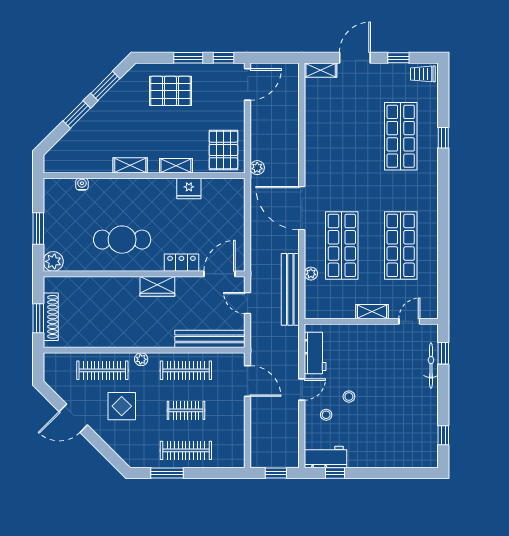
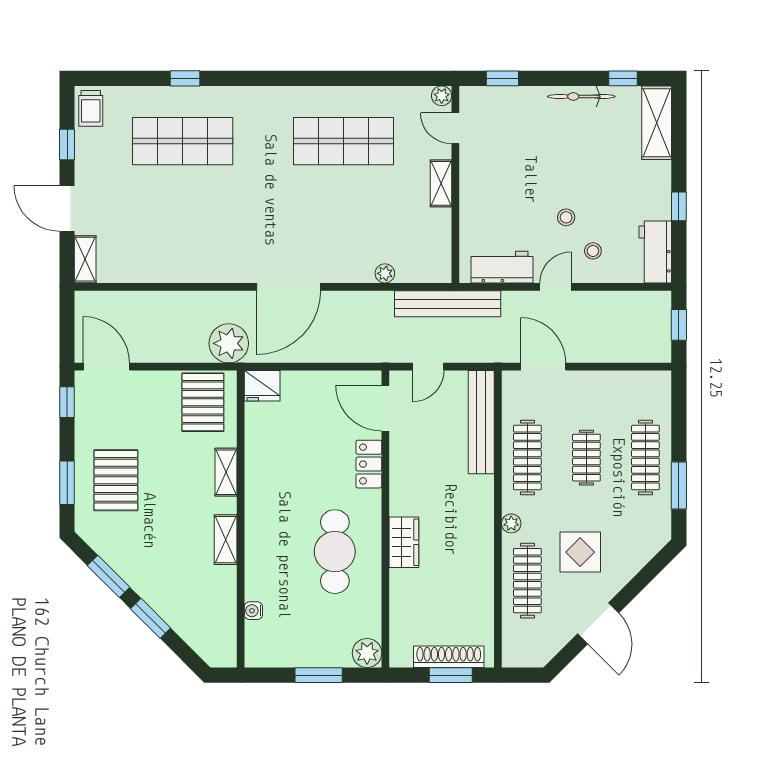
window: (188, 58) -> (67, 483), moved
pallet: (223, 150) -> (203, 402), turned 90
plant: (257, 168) -> (229, 343), width x1.87, depth x1.87
fridge: (189, 188) -> (262, 386), moved, turned 90
shop shelf: (342, 245) -> (343, 228), removed
wardrobe: (157, 286) -> (404, 542), moved
bench: (290, 289) -> (448, 304), moved
plant: (431, 312) -> (442, 96), added
bicycle: (431, 366) -> (581, 96), moved
door: (248, 381) -> (543, 367), hinge flipped
door: (302, 389) -> (556, 287), hinge flipped
shelving: (413, 458) -> (657, 123), added
window: (335, 473) -> (679, 206), moved

